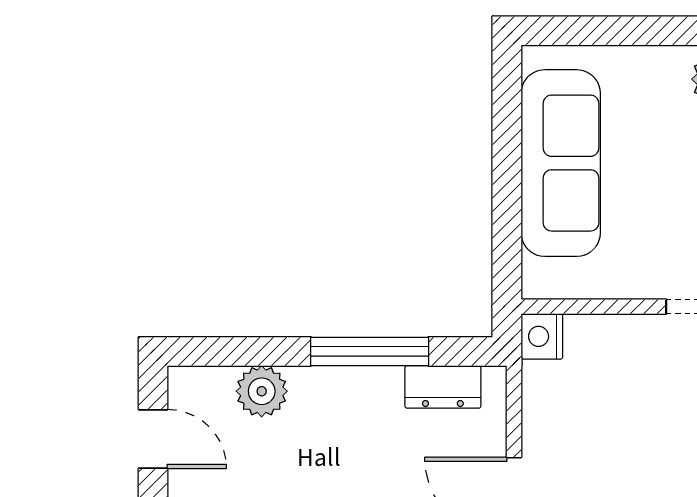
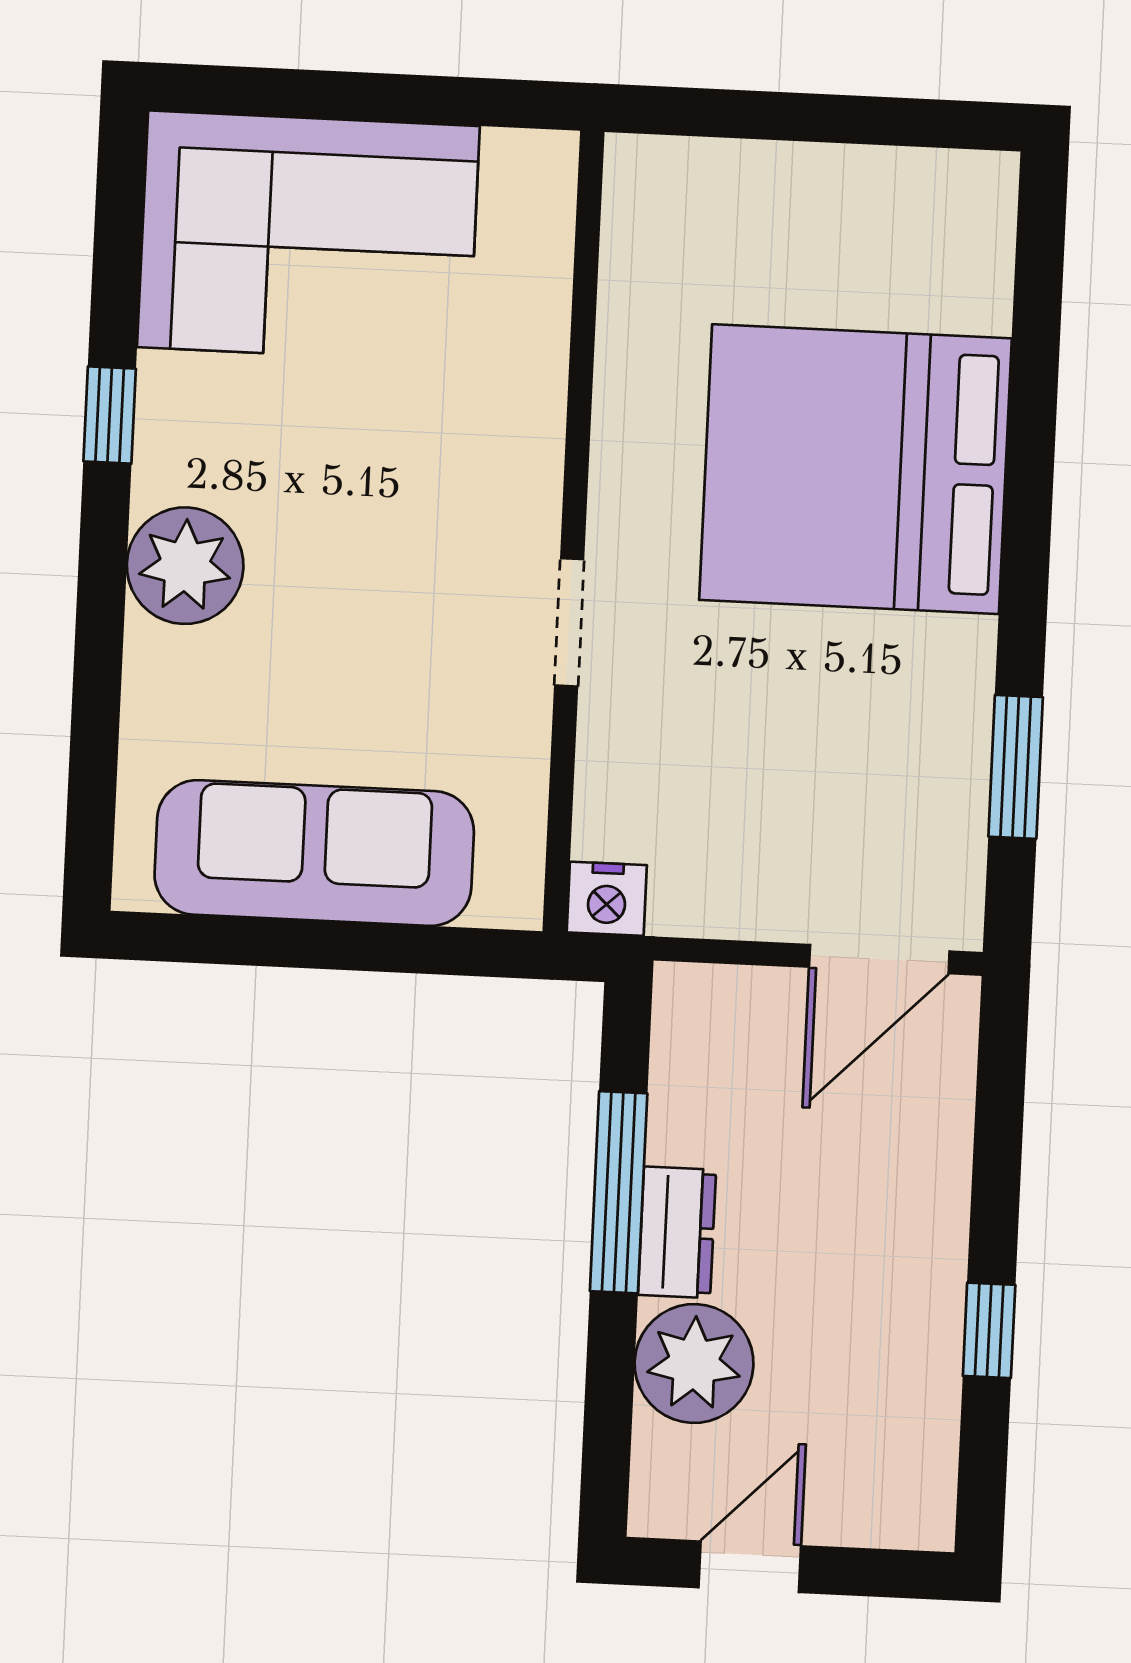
dresser: (443, 387) -> (677, 1232), moved
plant: (262, 391) -> (694, 1364), width x1.36, depth x1.36

